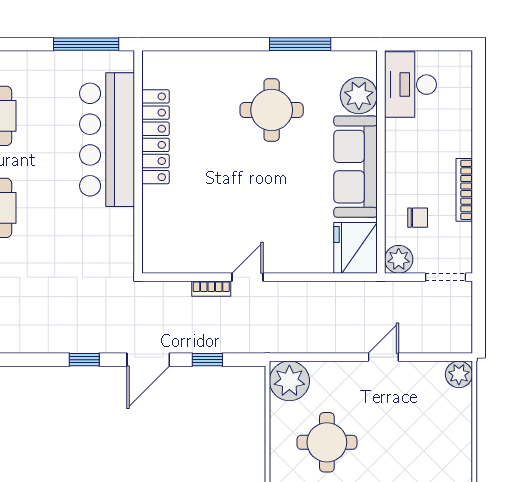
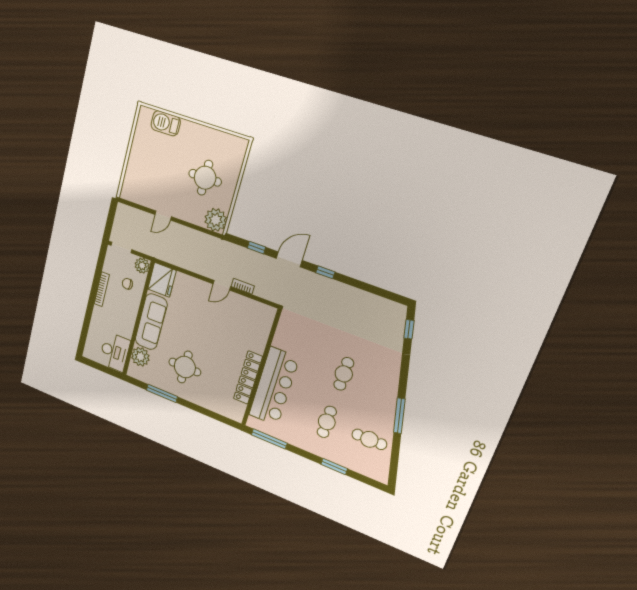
plant: (459, 374) -> (127, 192), removed

